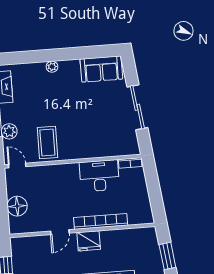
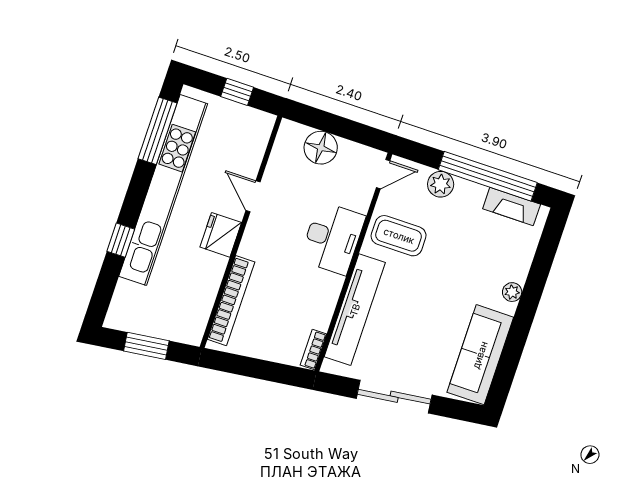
sofa: (101, 69) -> (480, 355), width x1.36
tv unit: (99, 149) -> (355, 310), added
desk: (99, 176) -> (333, 238), moved
bookcase: (101, 221) -> (231, 301), moved

